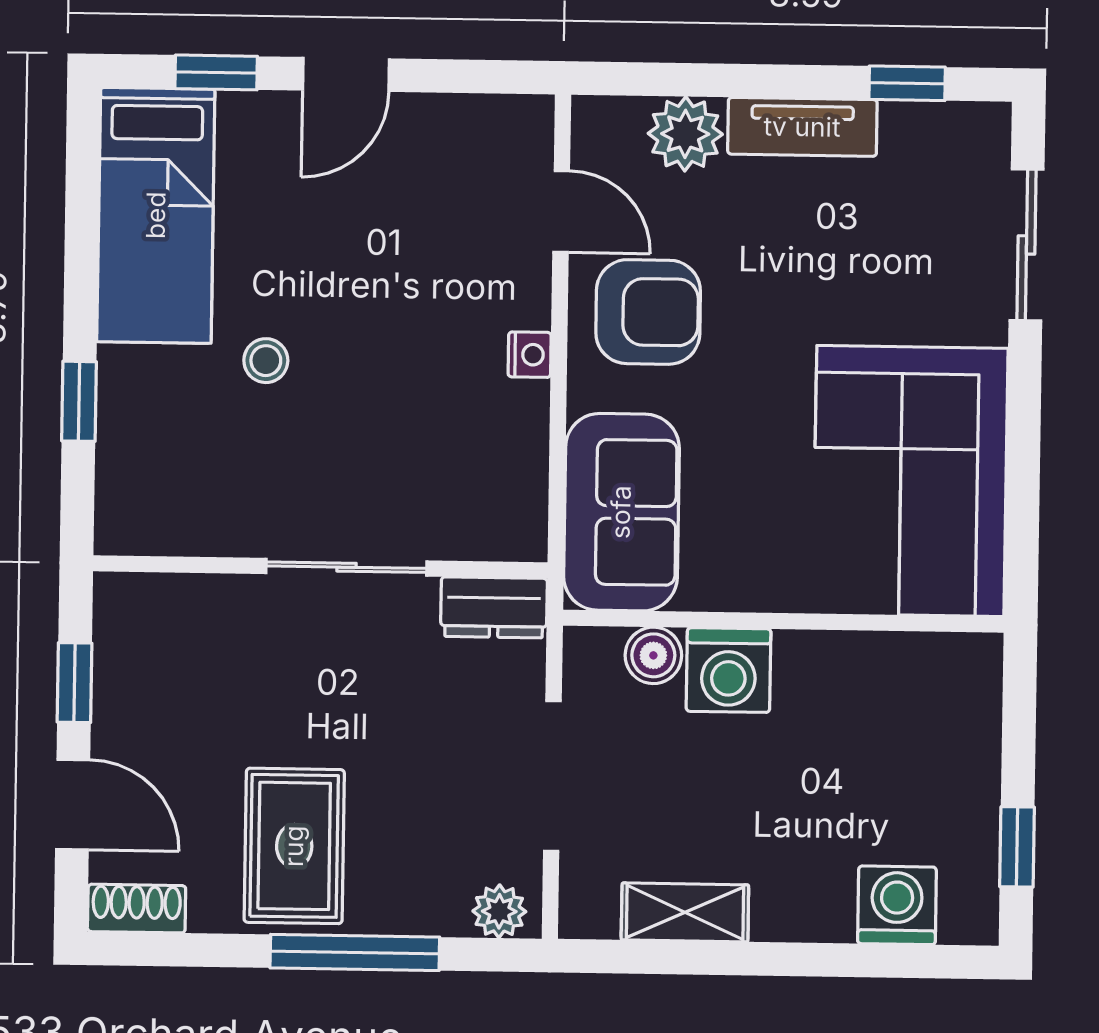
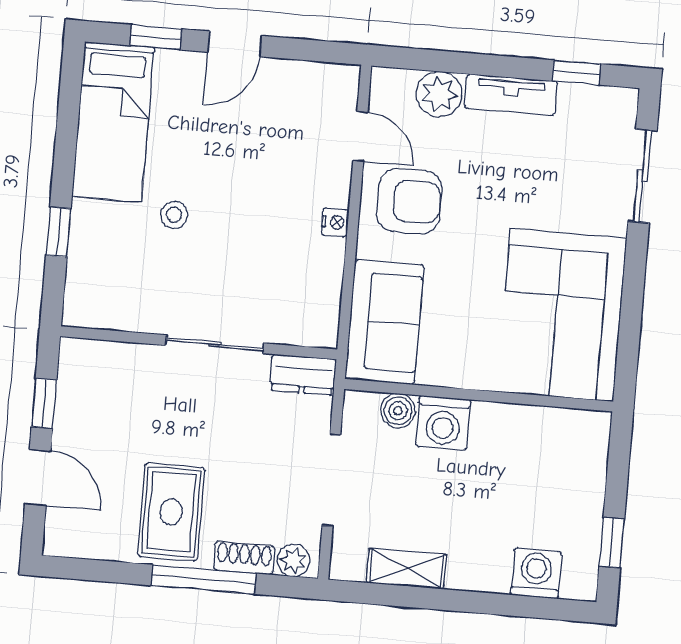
shoe rack: (137, 909) -> (244, 558), moved

